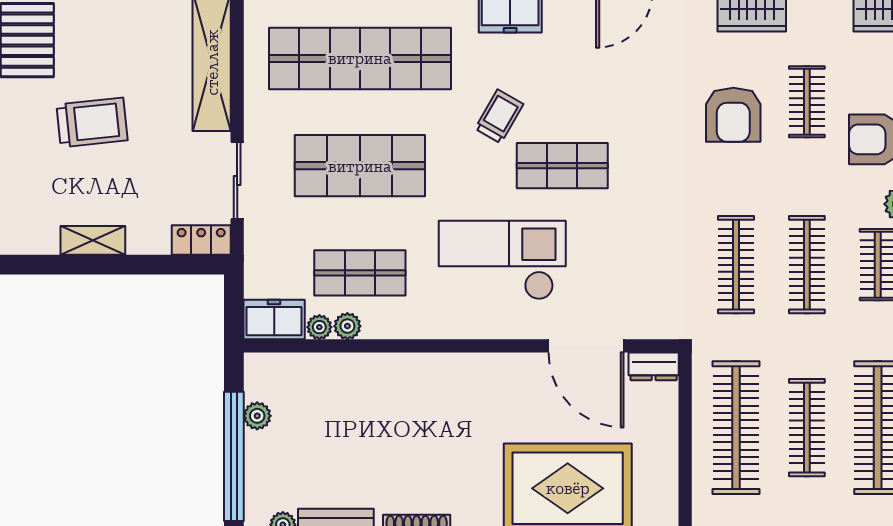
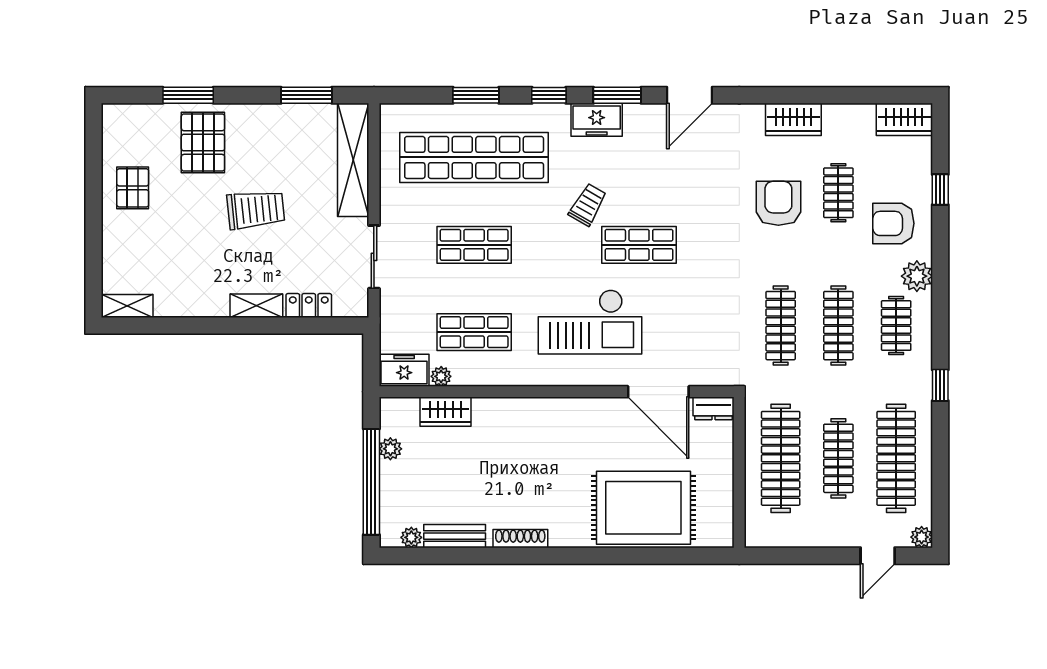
armchair: (733, 115) -> (778, 203), turned 180
shop shelf: (360, 166) -> (474, 245), width x0.70, depth x0.74
locker: (201, 240) -> (309, 306), moved
checkout: (502, 260) -> (590, 322), turned 180
plant: (347, 326) -> (464, 376), removed
wardrobe: (325, 370) -> (445, 412), added

